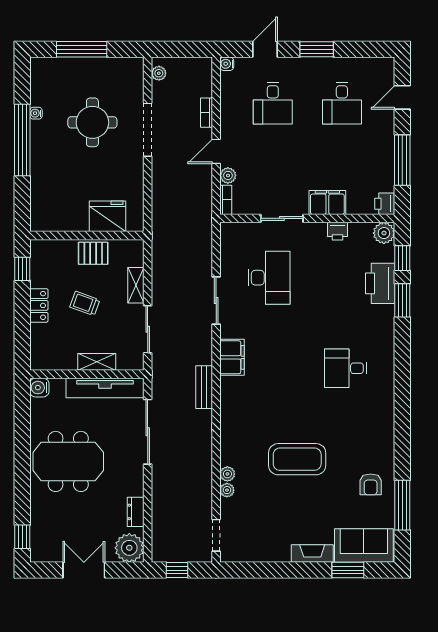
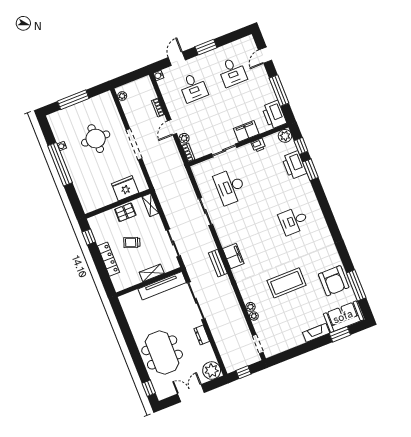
doorway: (148, 130) -> (134, 144), moved
printer: (385, 204) -> (274, 115), width x1.87, depth x1.48
desk: (269, 278) -> (230, 187), turned 180
shelving: (136, 285) -> (150, 205), moved
locker: (39, 305) -> (108, 259), width x1.53
filing cabinet: (232, 357) -> (233, 256), moved
water cooler: (39, 388) -> (125, 300), removed
meeting table: (68, 461) -> (162, 352), moved, turned 90
armchair: (371, 484) -> (334, 281), width x1.88, depth x1.88
dresser: (136, 512) -> (202, 335), moved

